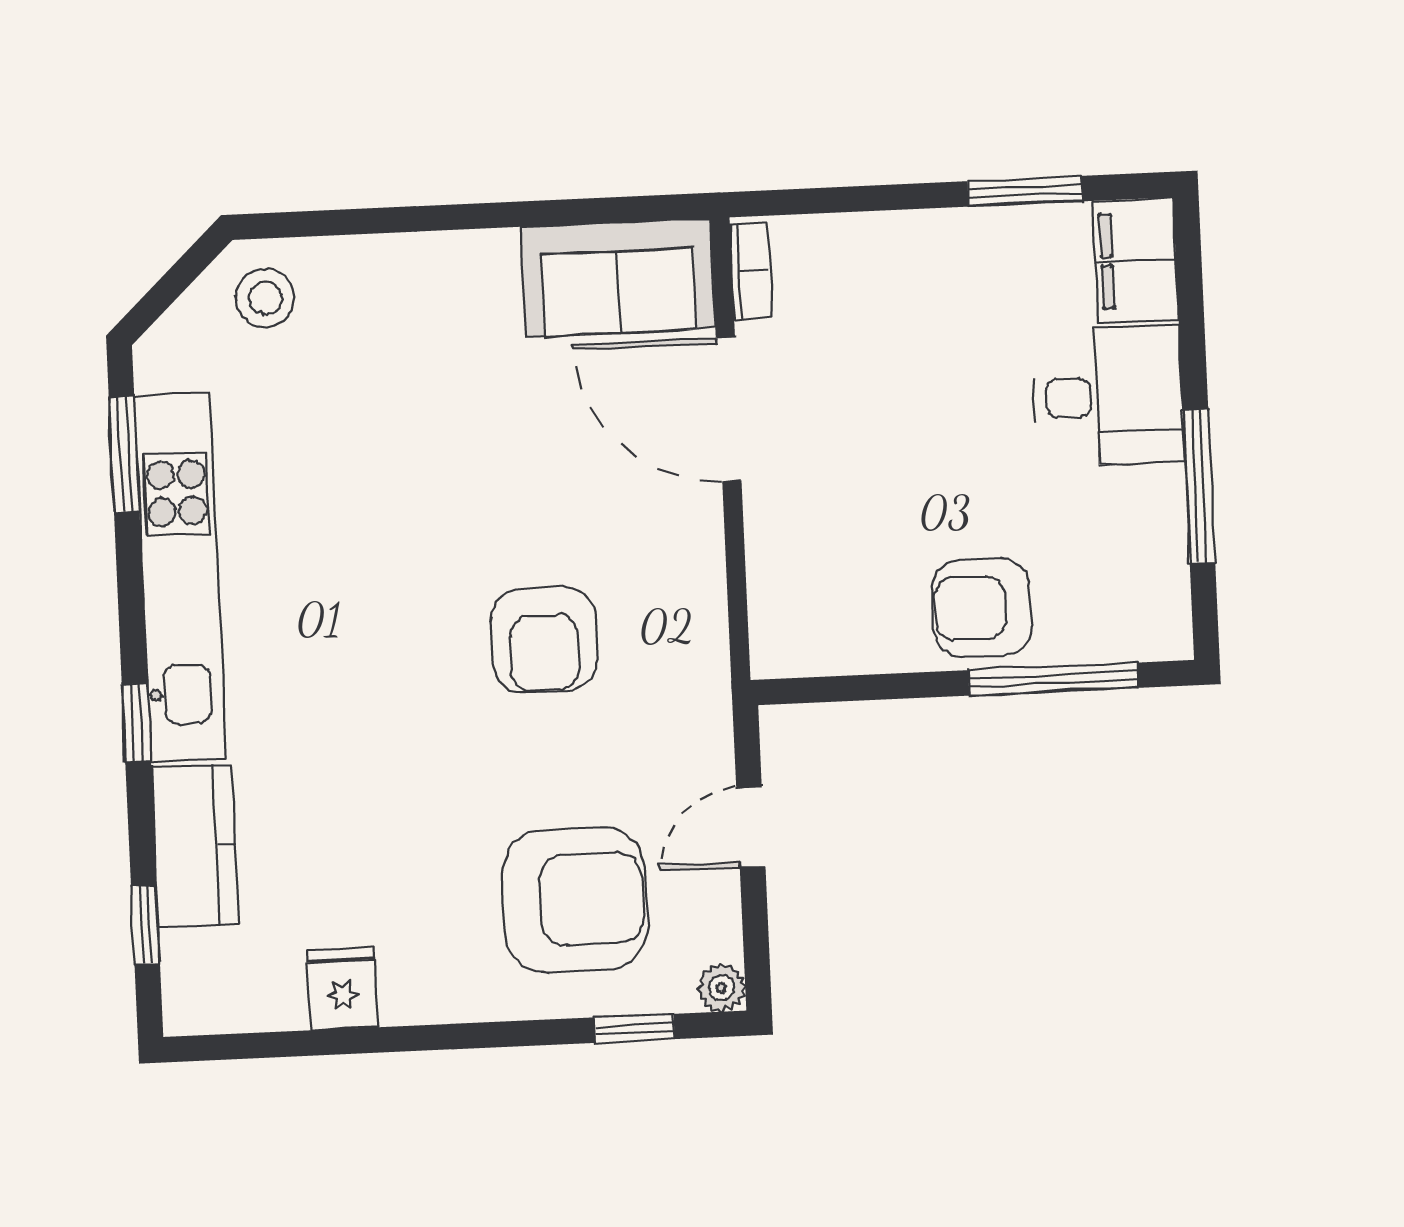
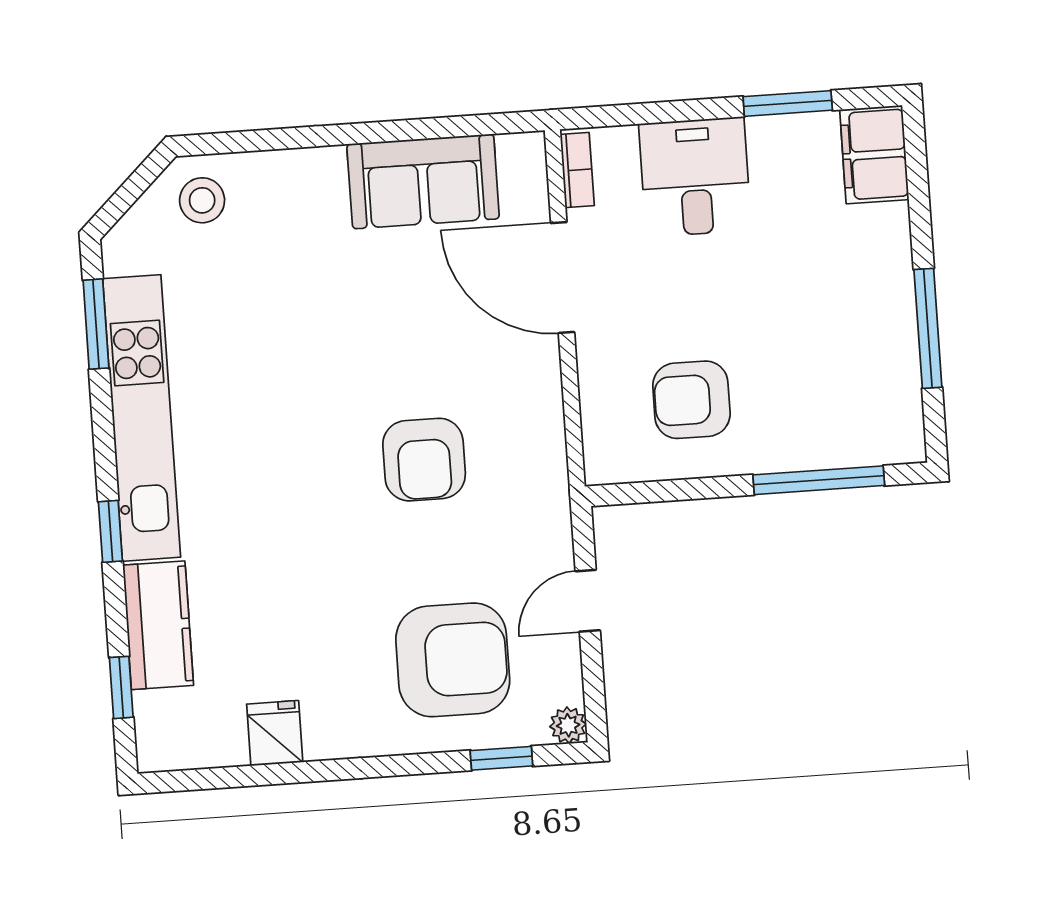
sofa: (618, 278) -> (423, 181), moved
desk: (1108, 396) -> (695, 177), moved, turned -90
armchair: (982, 608) -> (691, 400), moved

